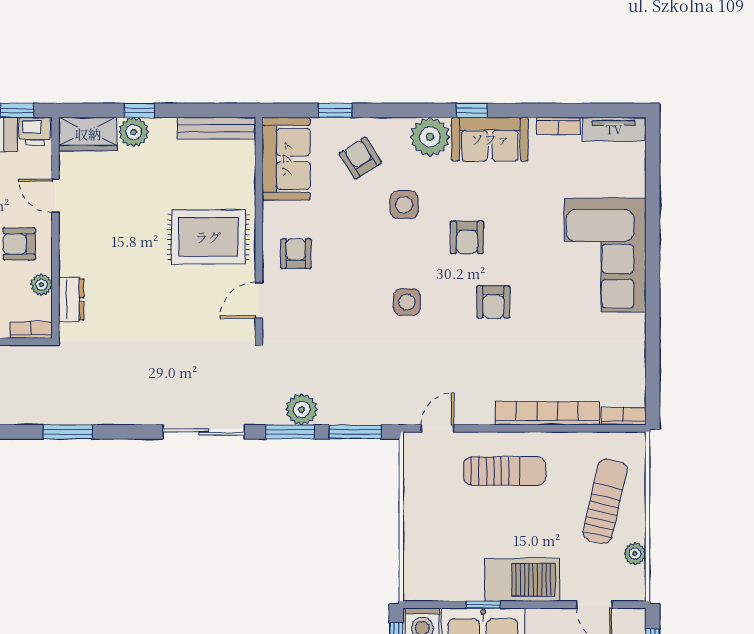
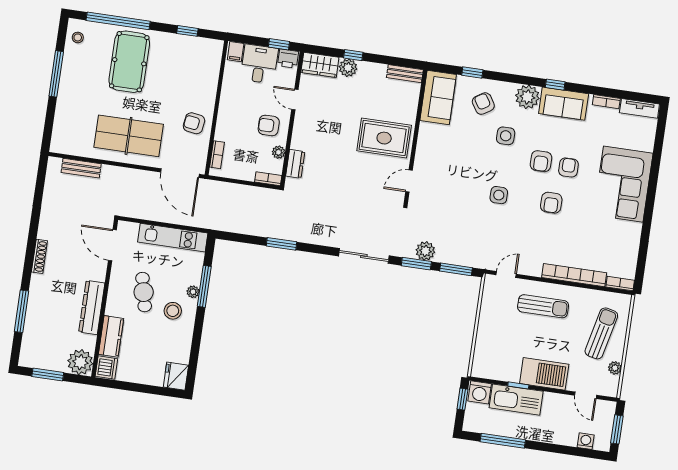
bench: (216, 128) -> (405, 74), width x0.73
armchair: (296, 254) -> (568, 168), moved

